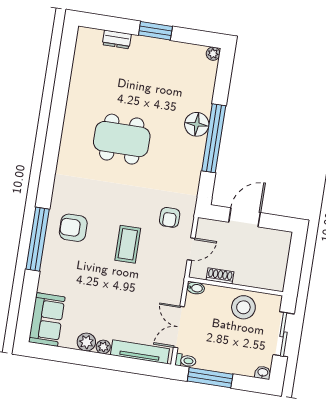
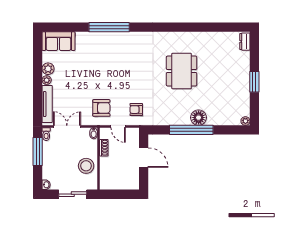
dresser: (117, 39) -> (245, 42), moved
armchair: (73, 228) -> (101, 108), moved, turned 90
coffee table: (128, 244) -> (115, 85), removed

